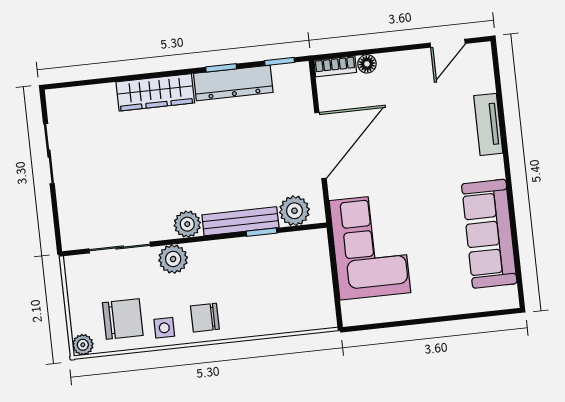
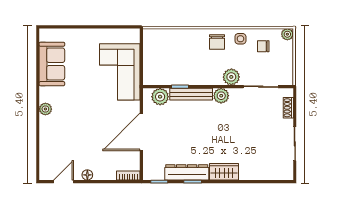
floor lamp: (367, 64) -> (87, 175), moved
wardrobe: (155, 92) -> (224, 172), width x0.67
tv unit: (488, 124) -> (46, 133), removed
plant: (493, 167) -> (45, 109), added
shoe rack: (67, 216) -> (288, 108), added
sofa: (489, 234) -> (52, 64), width x0.73
chair: (205, 318) -> (217, 42), turned 90
chair: (123, 319) -> (263, 46), width x0.54, depth x0.54

